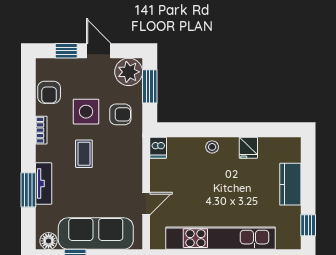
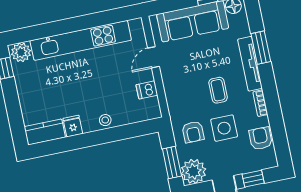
armchair: (120, 114) -> (193, 132), turned -90
dishwasher: (158, 148) -> (147, 90), moved, turned -90
tv unit: (44, 183) -> (250, 64), width x1.41
kitchen counter: (290, 184) -> (45, 132), moved, turned -90
plant: (287, 239) -> (21, 52), added

